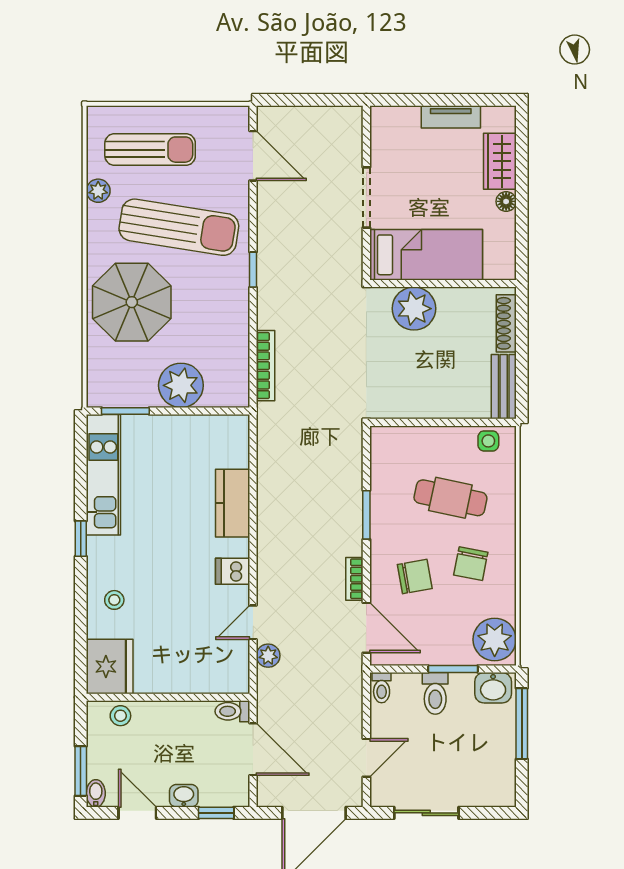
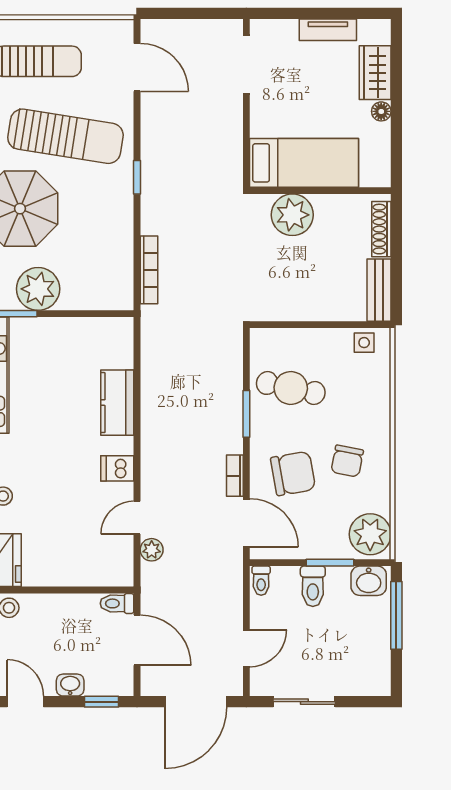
doorway: (366, 197) -> (246, 64), moved
plant: (181, 385) -> (38, 289), moved
cafe table: (450, 498) -> (291, 388), moved
chair: (415, 576) -> (293, 473), width x1.37, depth x1.37

